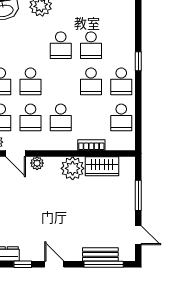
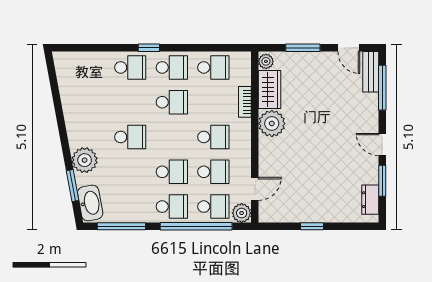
school desk: (91, 45) -> (130, 67), moved
plant: (37, 163) -> (266, 61), moved
door: (138, 235) -> (349, 48), swing flipped
bench: (100, 254) -> (371, 72), moved
window: (23, 264) -> (382, 181), width x1.50
door: (54, 264) -> (382, 144), hinge flipped

